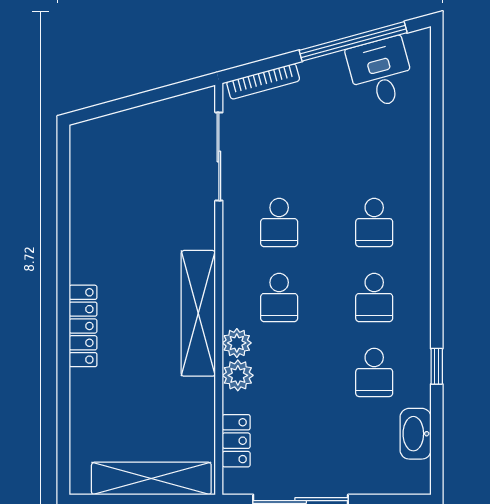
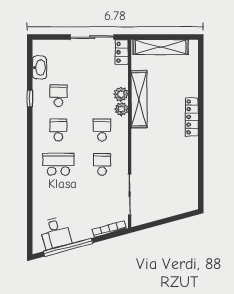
school desk: (374, 222) -> (58, 164), width x1.85
shelving: (198, 313) -> (139, 99), moved
locker: (236, 441) -> (122, 52), moved

